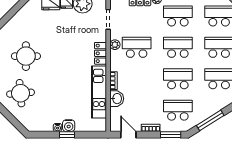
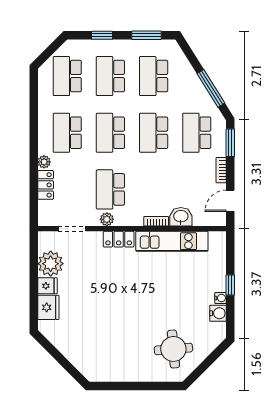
round table: (26, 56) -> (122, 342), removed
water cooler: (69, 126) -> (218, 313), moved

